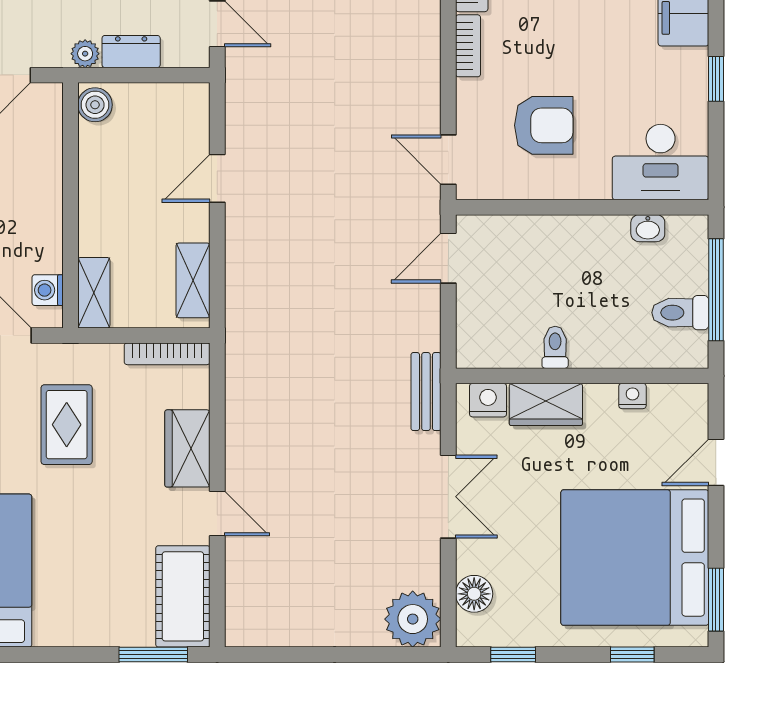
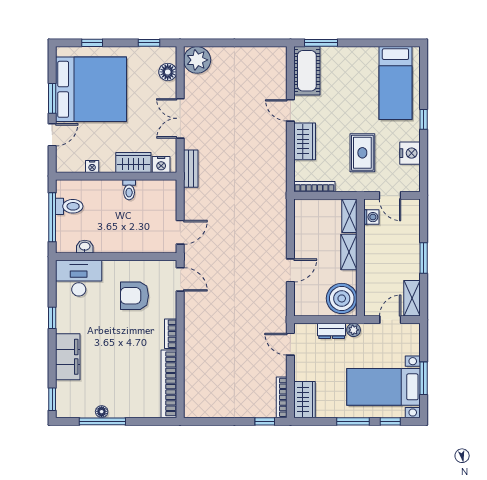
boiler: (95, 105) -> (342, 298), width x1.86, depth x1.86
shelving: (193, 280) -> (349, 252), moved
window: (716, 600) -> (52, 98), moved

